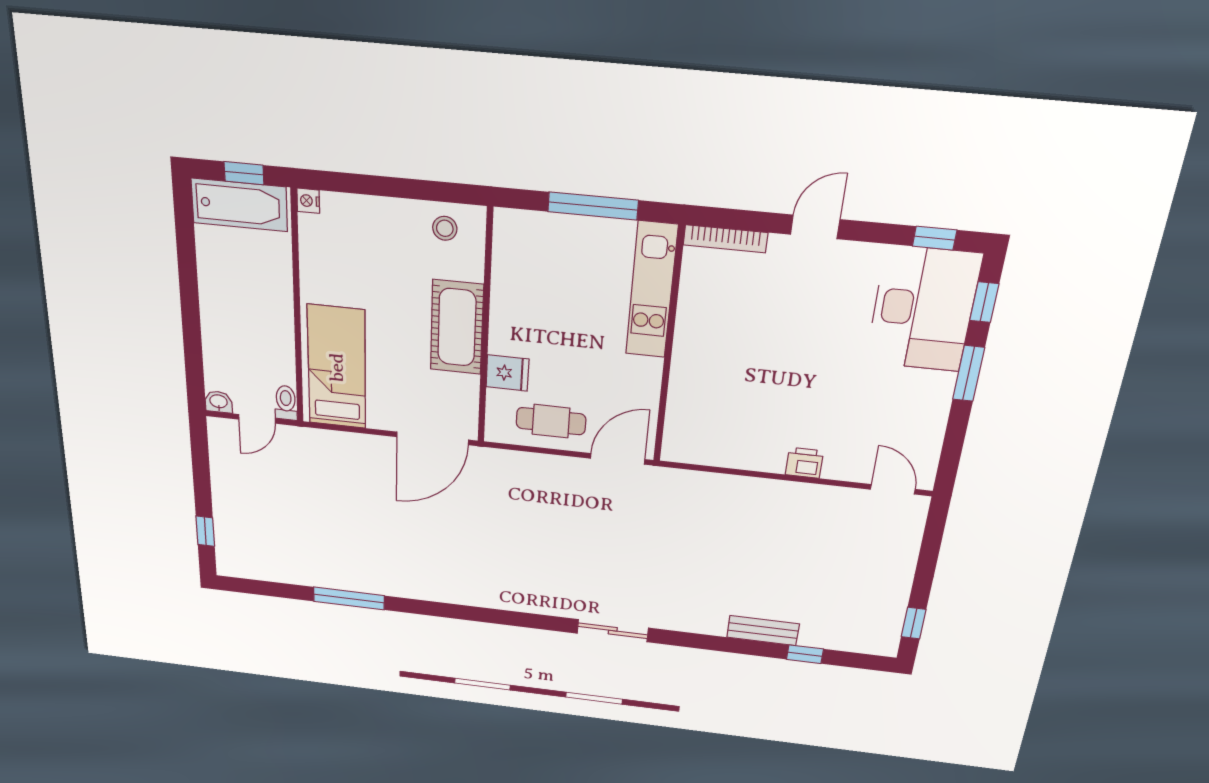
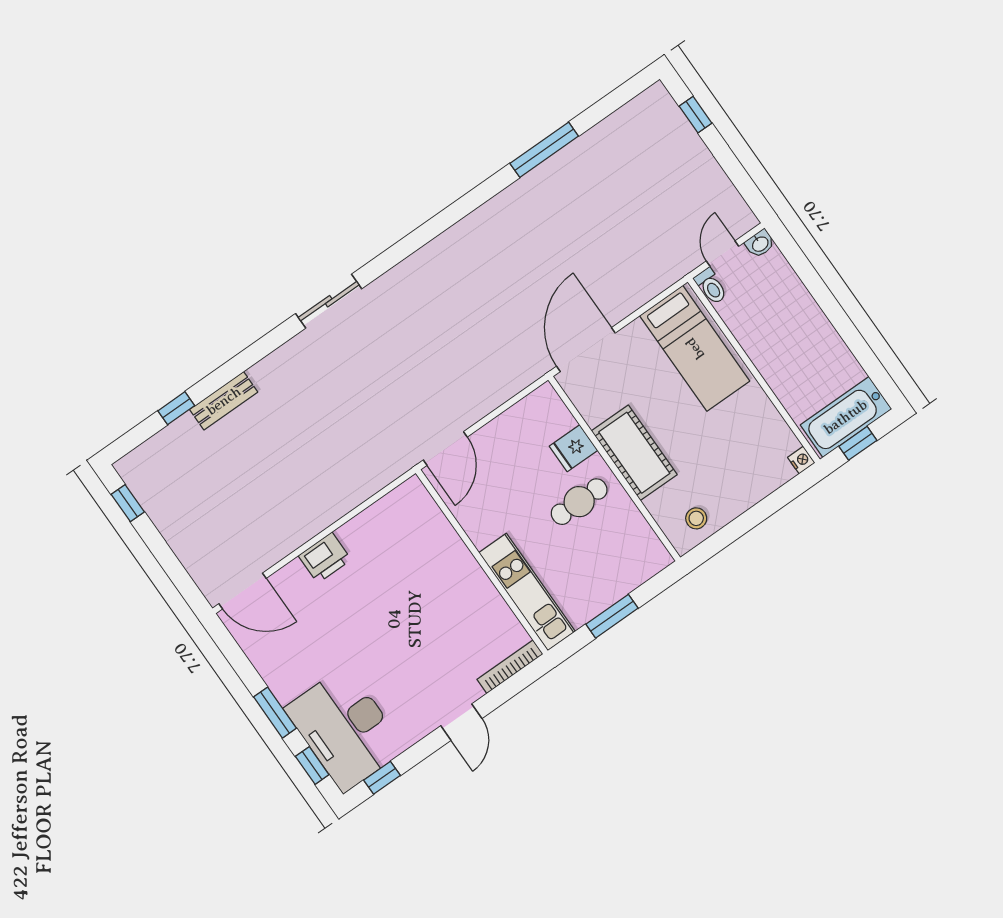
window: (593, 206) -> (612, 616), width x0.69
cafe table: (551, 421) -> (579, 502), moved
printer: (804, 463) -> (325, 558), width x1.36, depth x1.24
door: (893, 489) -> (242, 591), width x1.38

